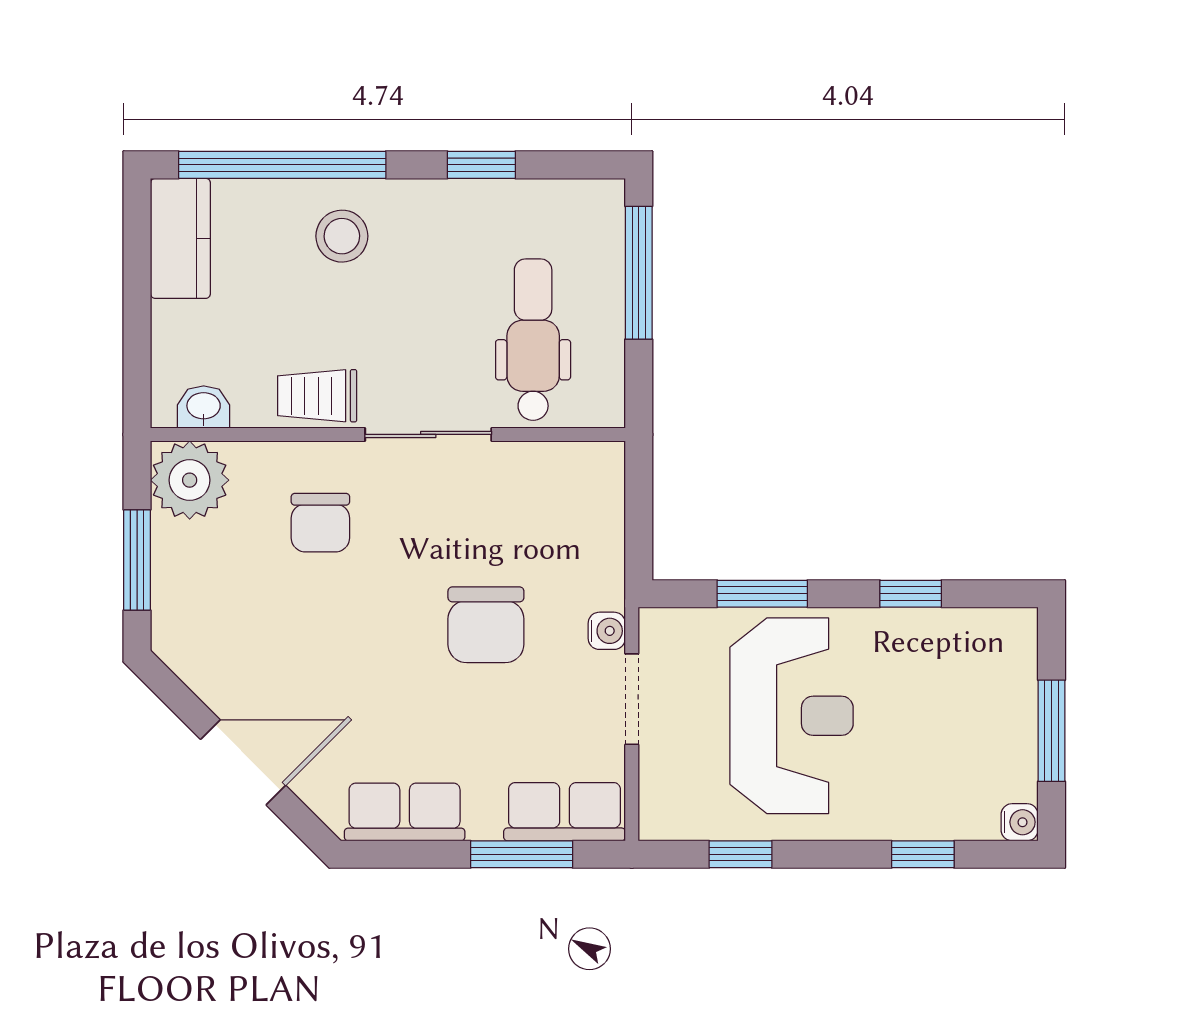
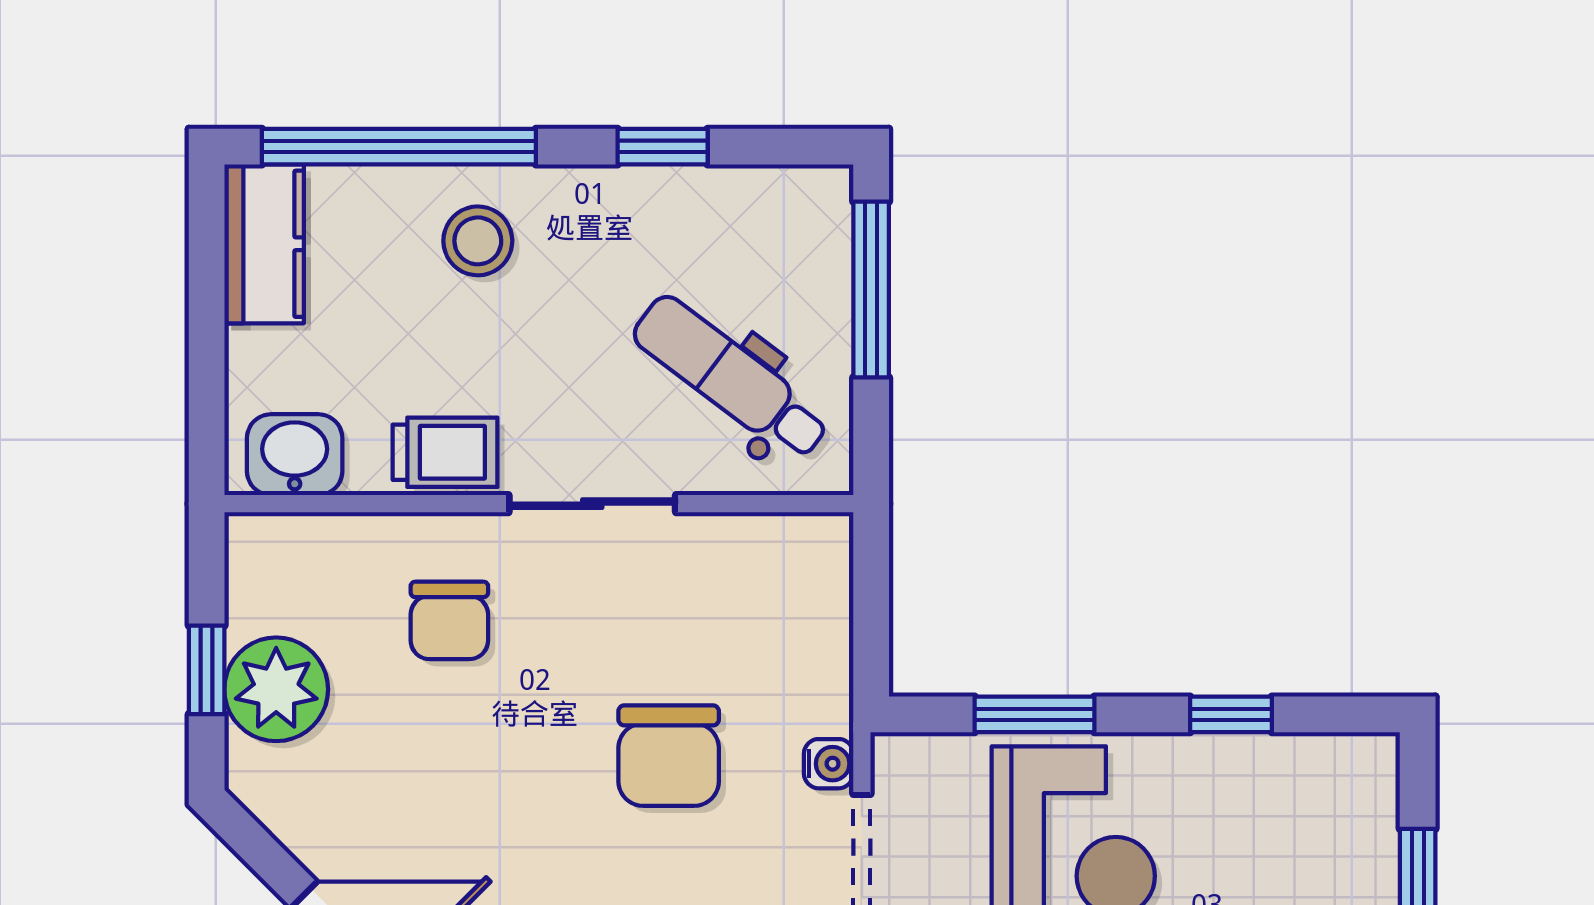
dental chair: (533, 340) -> (731, 378), turned -53
trolley: (317, 396) -> (445, 452), turned 180
washbasin: (204, 407) -> (295, 455), width x1.38, depth x1.45
plant: (190, 480) -> (276, 689), moved
window: (137, 560) -> (207, 670), width x0.67

